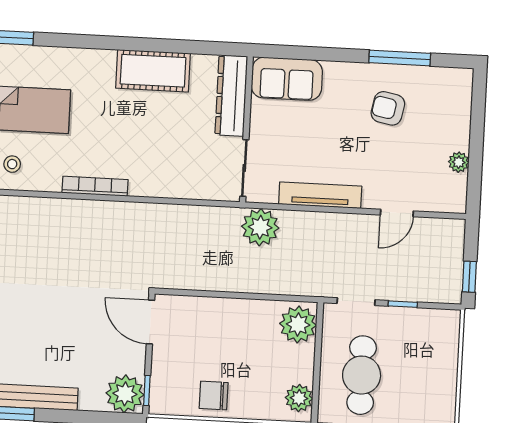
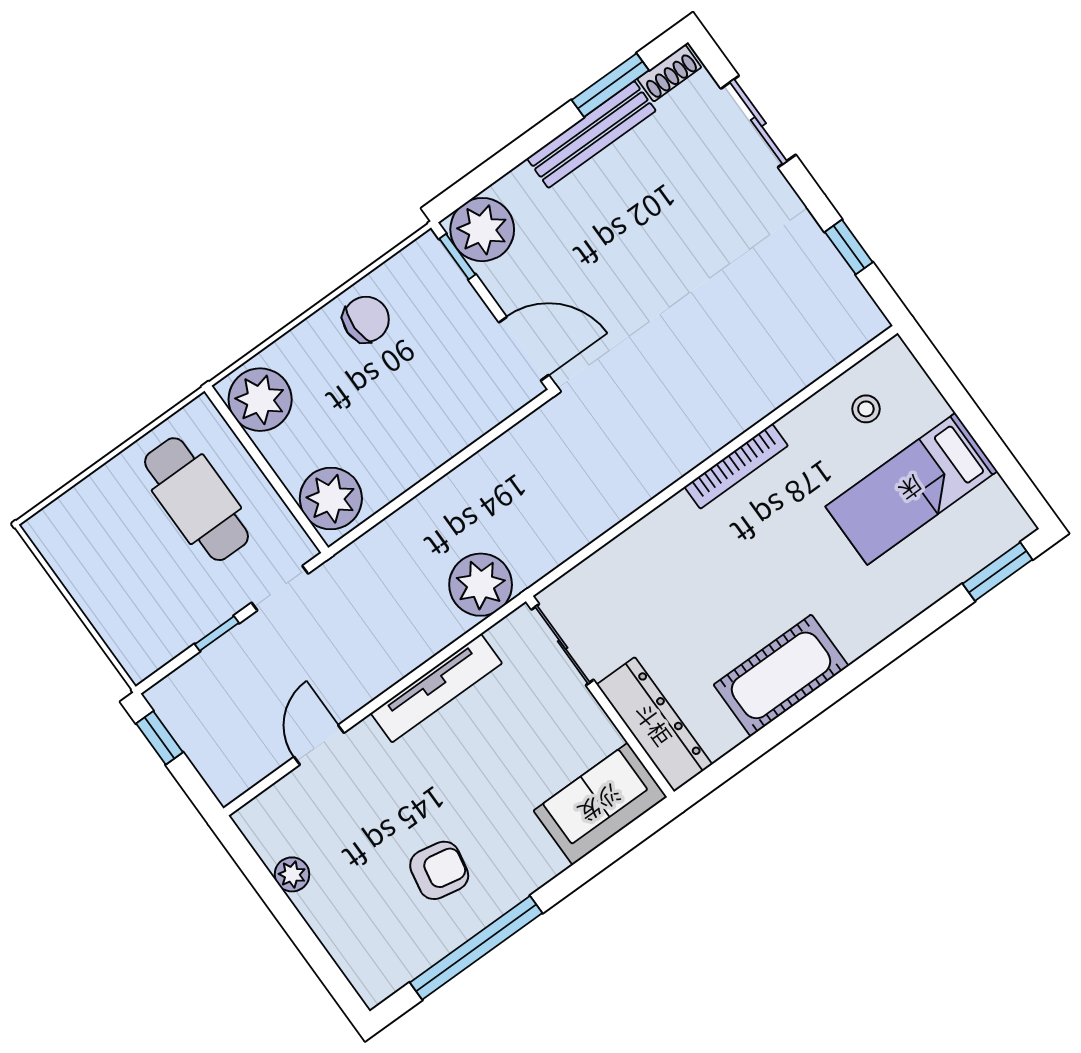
window: (400, 58) -> (476, 948), width x1.46
plant: (299, 398) -> (260, 400), width x1.36, depth x1.36

